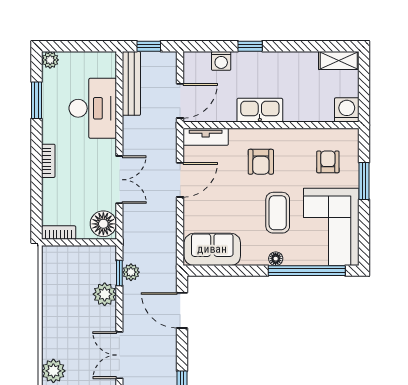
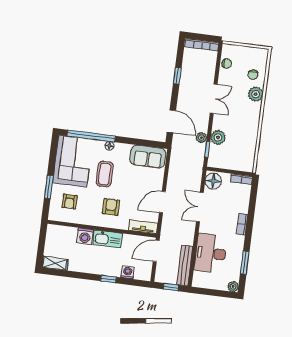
washing machine: (347, 110) -> (85, 236), moved
plant: (131, 272) -> (201, 138), moved

